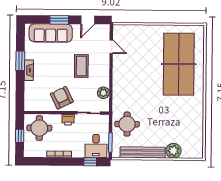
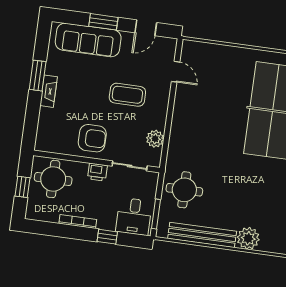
coffee table: (81, 66) -> (127, 95), turned 90
armchair: (62, 98) -> (92, 138), turned 116
window: (90, 162) -> (107, 237), moved

